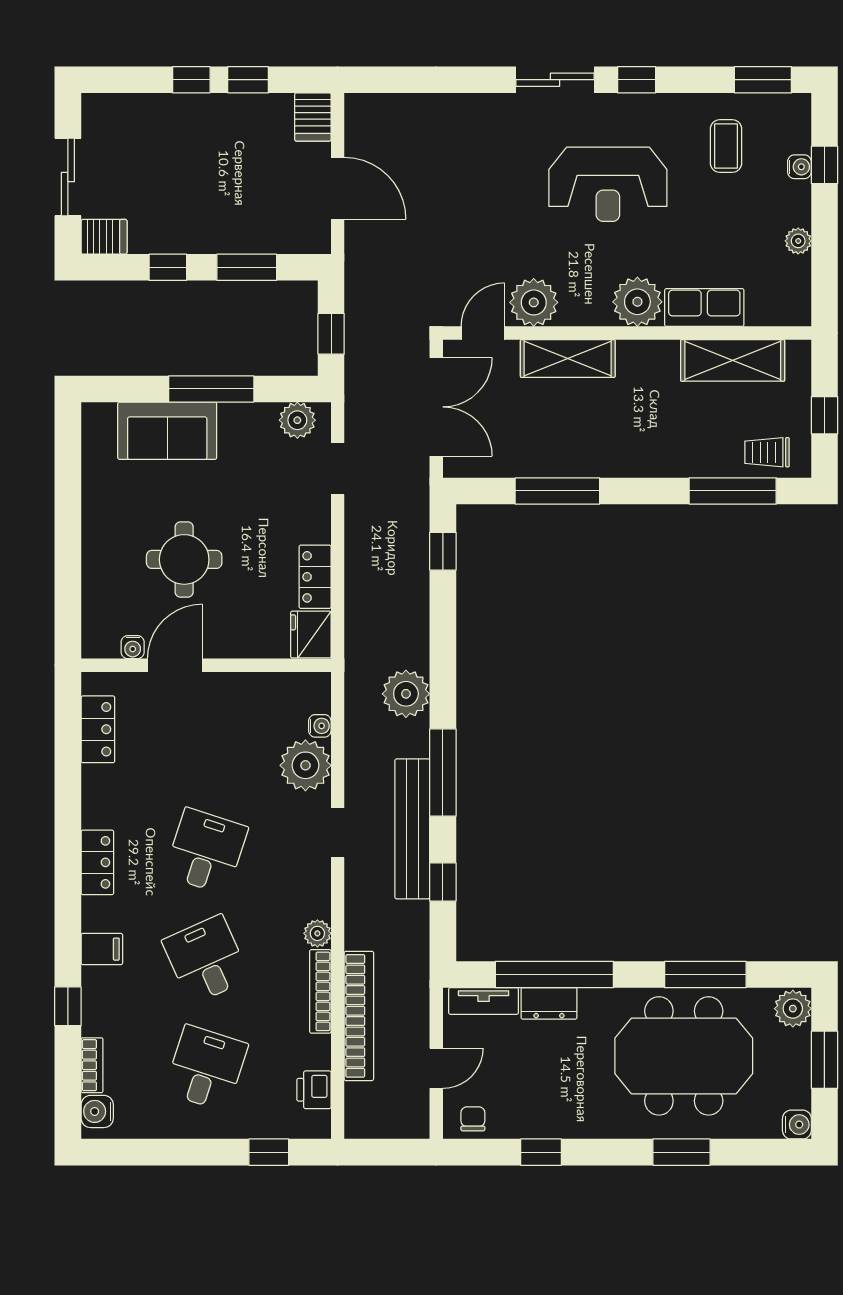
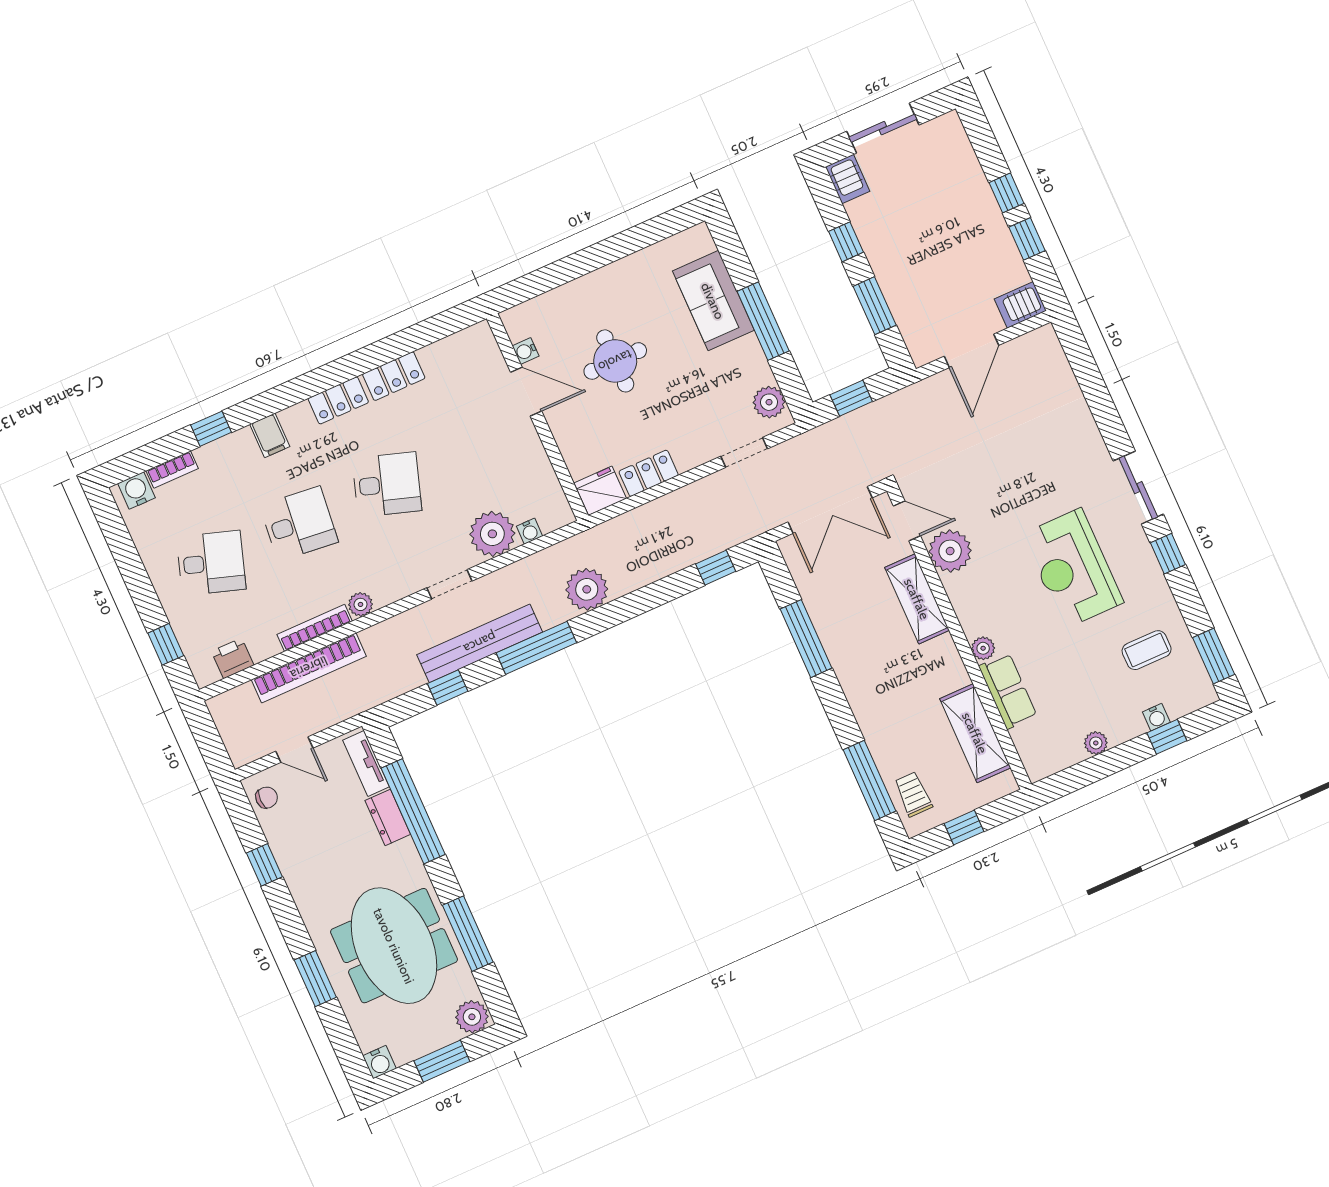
plant: (637, 302) -> (983, 648), width x0.53, depth x0.53
locker: (98, 729) -> (394, 376), moved
desk: (206, 960) -> (299, 524), turned 30

